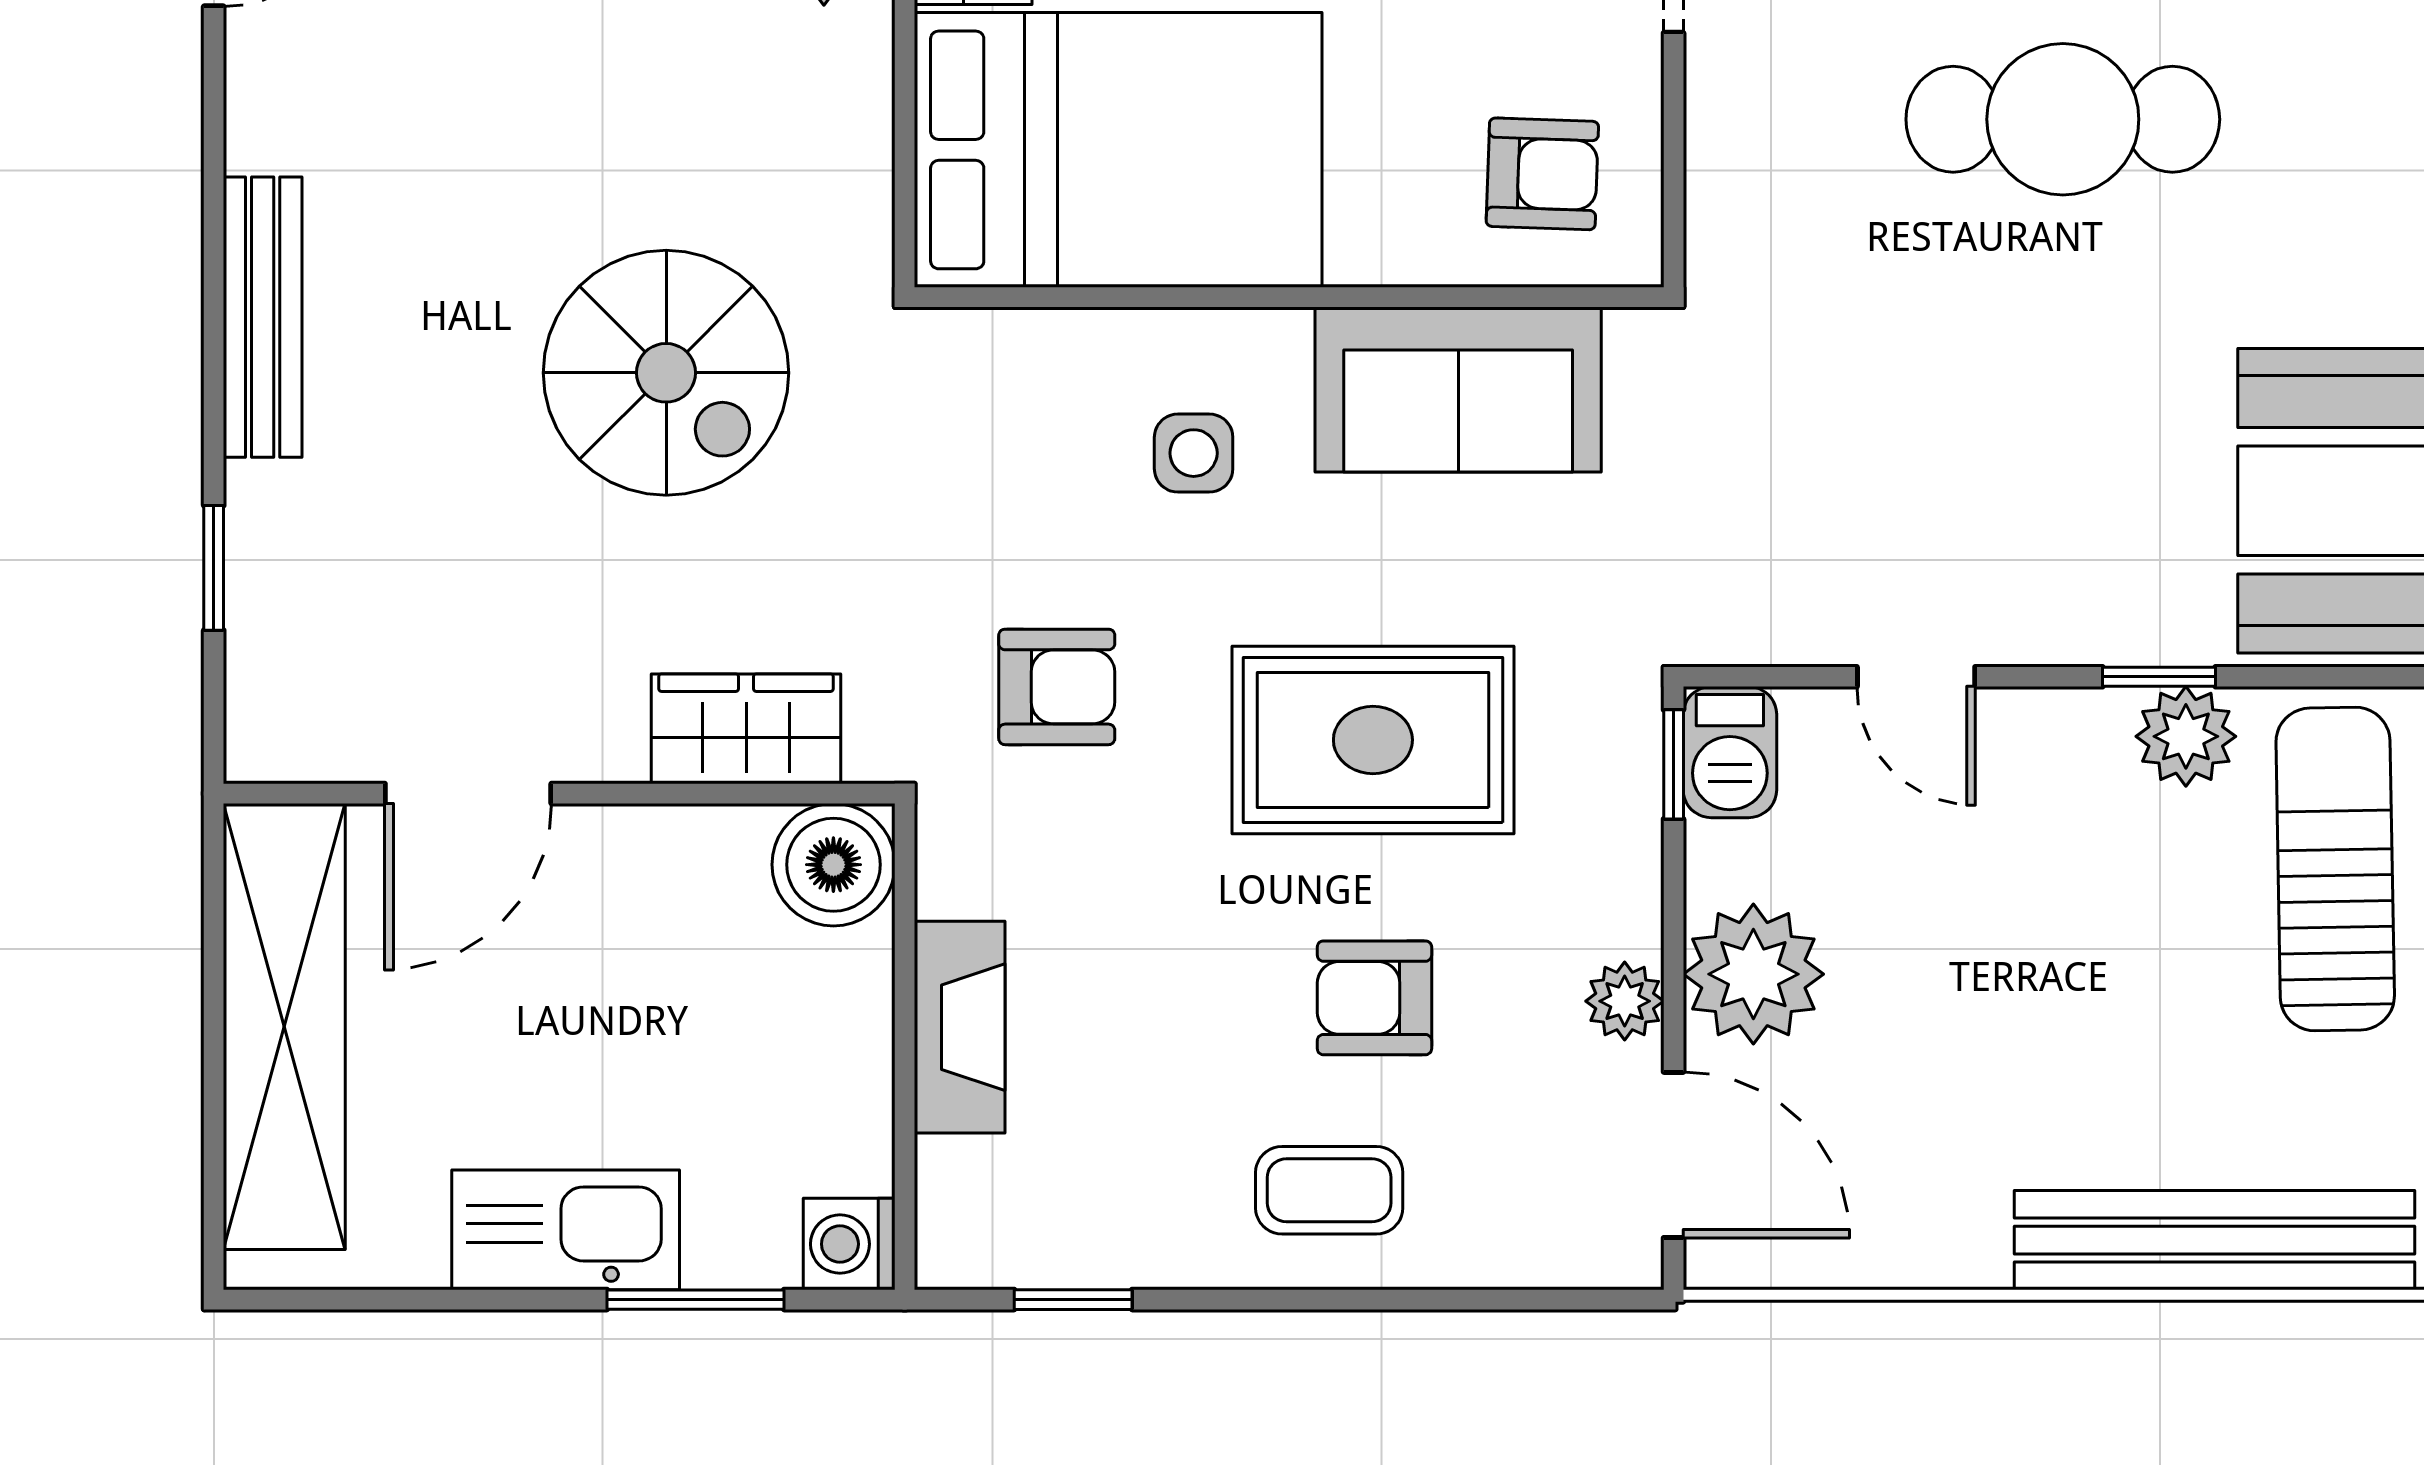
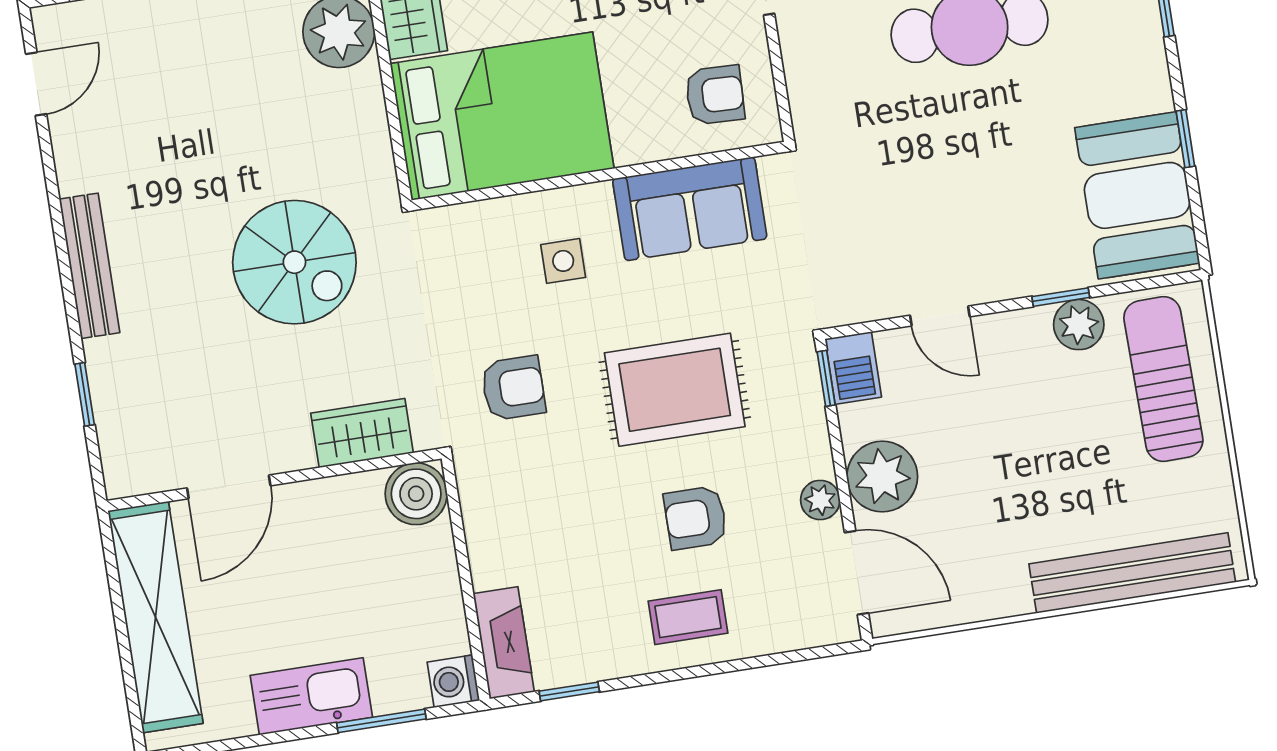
fireplace: (960, 1027) -> (504, 643), moved

